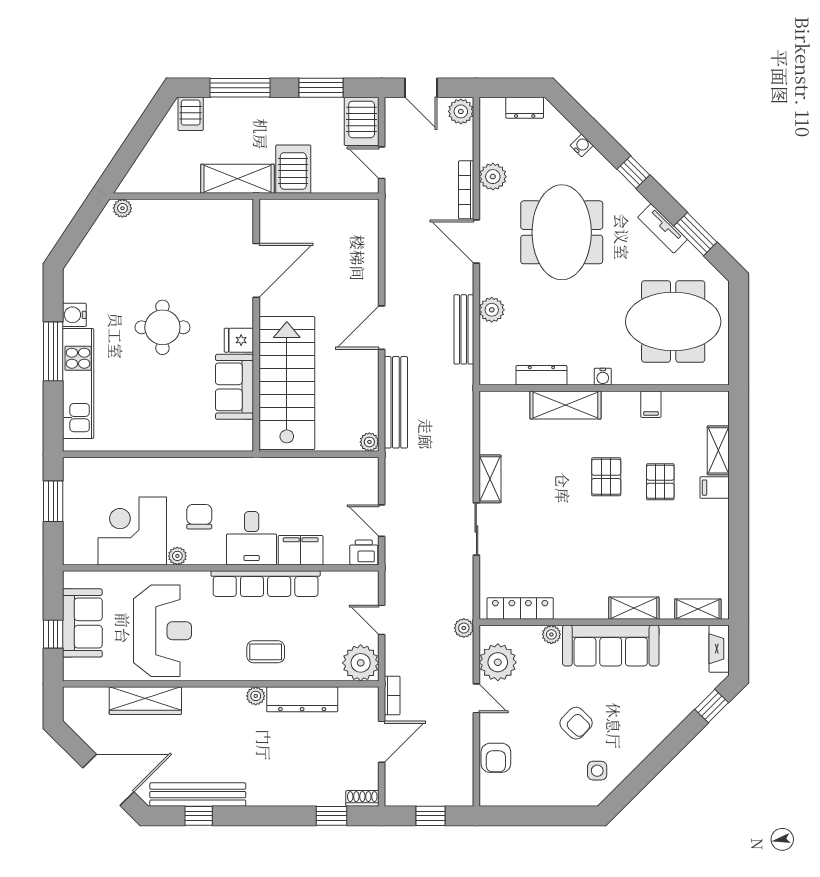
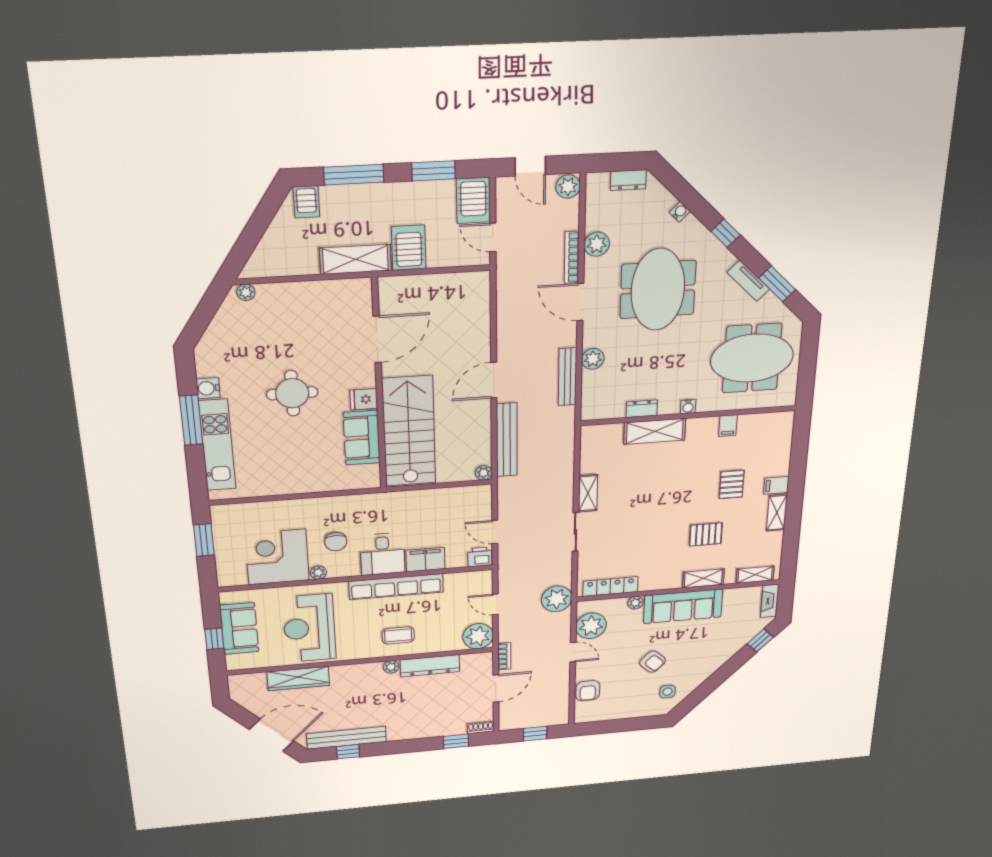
dresser: (541, 375) -> (642, 409), width x0.70
shelving: (718, 450) -> (777, 513), moved
pallet: (606, 477) -> (706, 534), moved, turned 90
chair: (199, 517) -> (336, 542), turned 180
plant: (464, 628) -> (557, 599), width x1.88, depth x1.88
reception desk: (163, 631) -> (309, 628), turned 180

